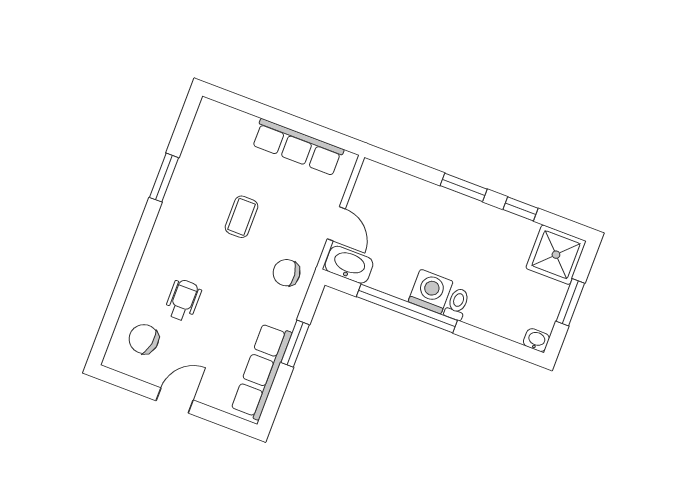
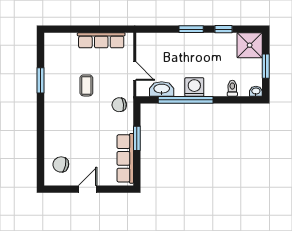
washbasin: (349, 265) -> (162, 89), moved
wheelchair: (183, 300) -> (73, 138), removed
toilet: (457, 304) -> (232, 88), moved

